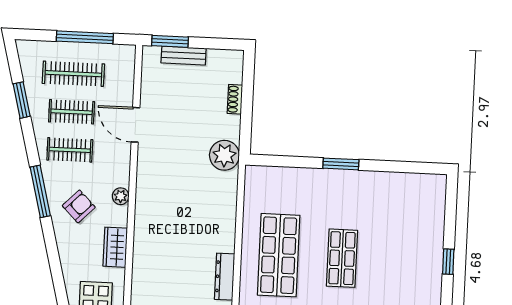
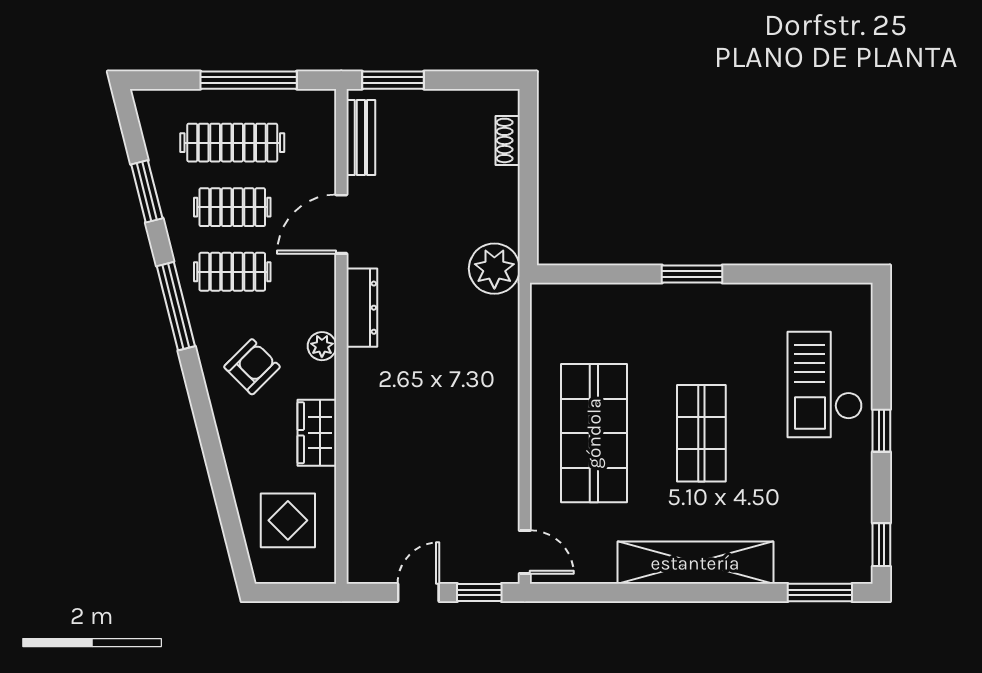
bench: (184, 56) -> (361, 138), moved, turned 90
shoe rack: (235, 99) -> (508, 140), moved
door: (135, 125) -> (341, 224), hinge flipped
window: (40, 191) -> (176, 306), moved
checkout: (416, 233) -> (825, 384), added
dresser: (225, 277) -> (362, 308), moved, turned 180

